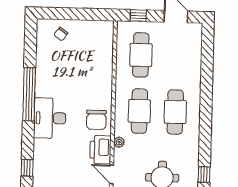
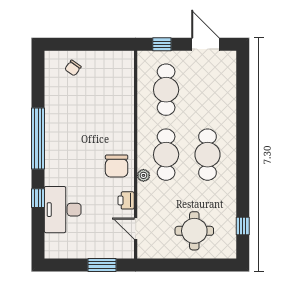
desk: (50, 118) -> (63, 210), moved
plant: (119, 142) -> (143, 175), moved
printer: (100, 150) -> (126, 200), width x0.53, depth x0.68
window: (27, 168) -> (38, 198), moved

